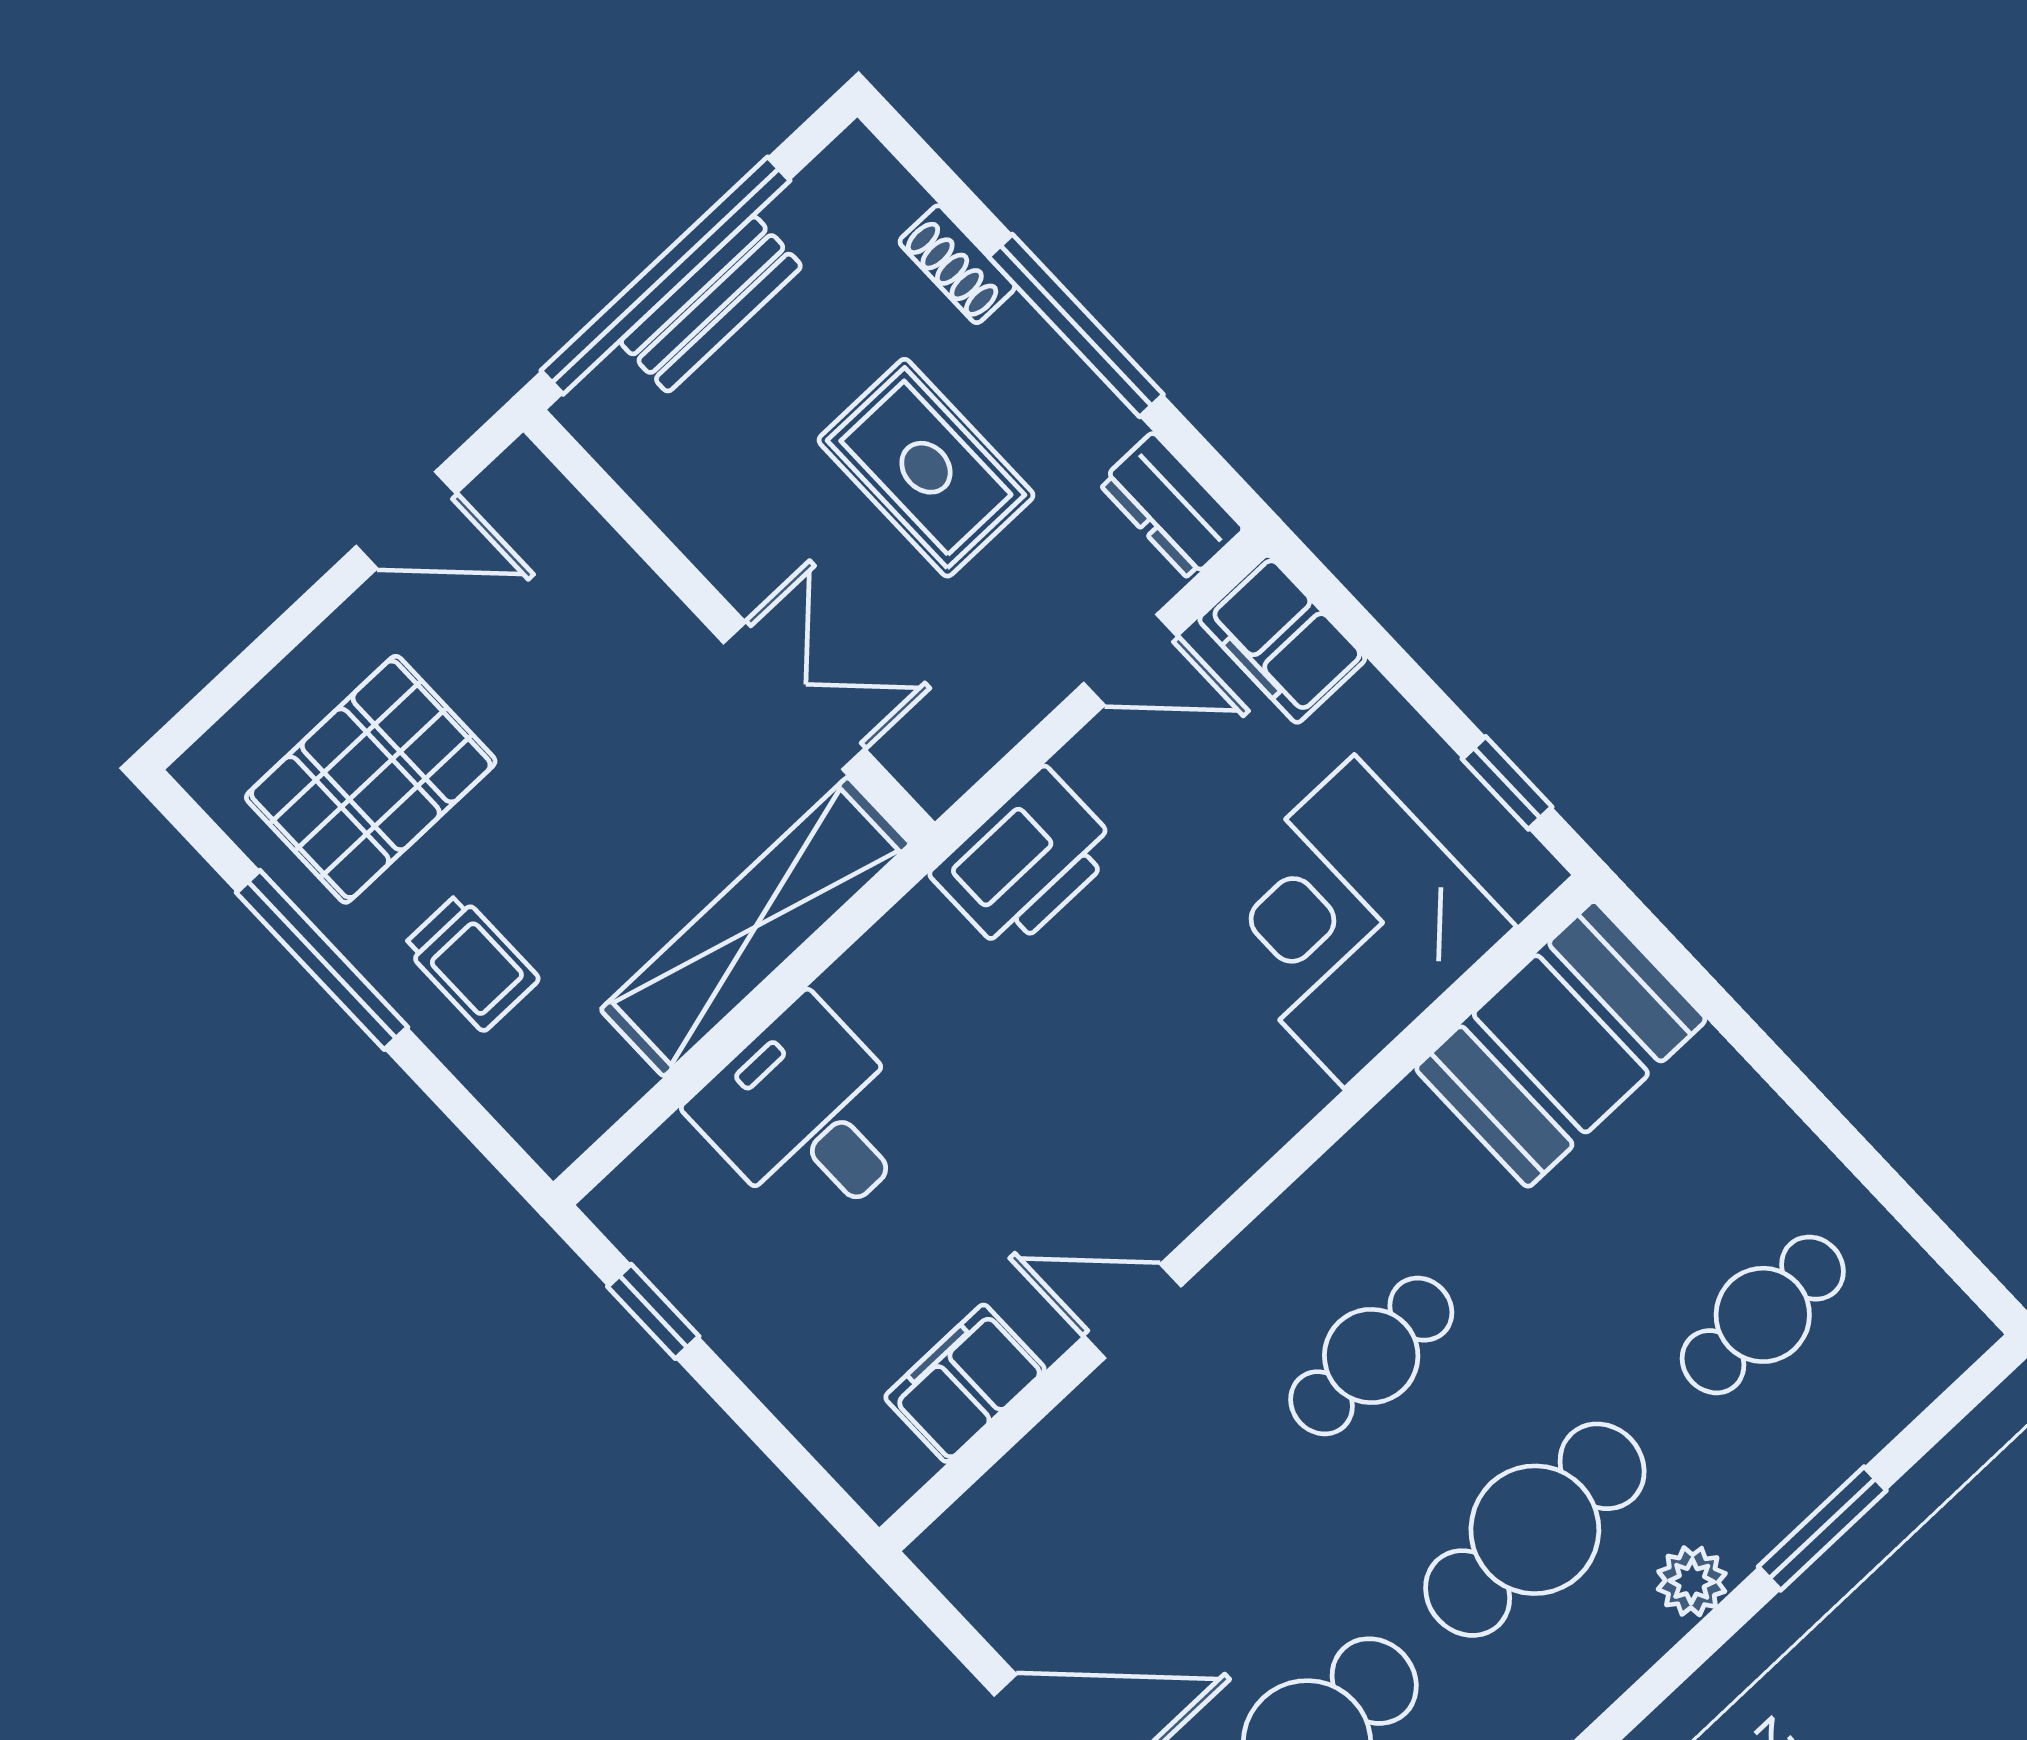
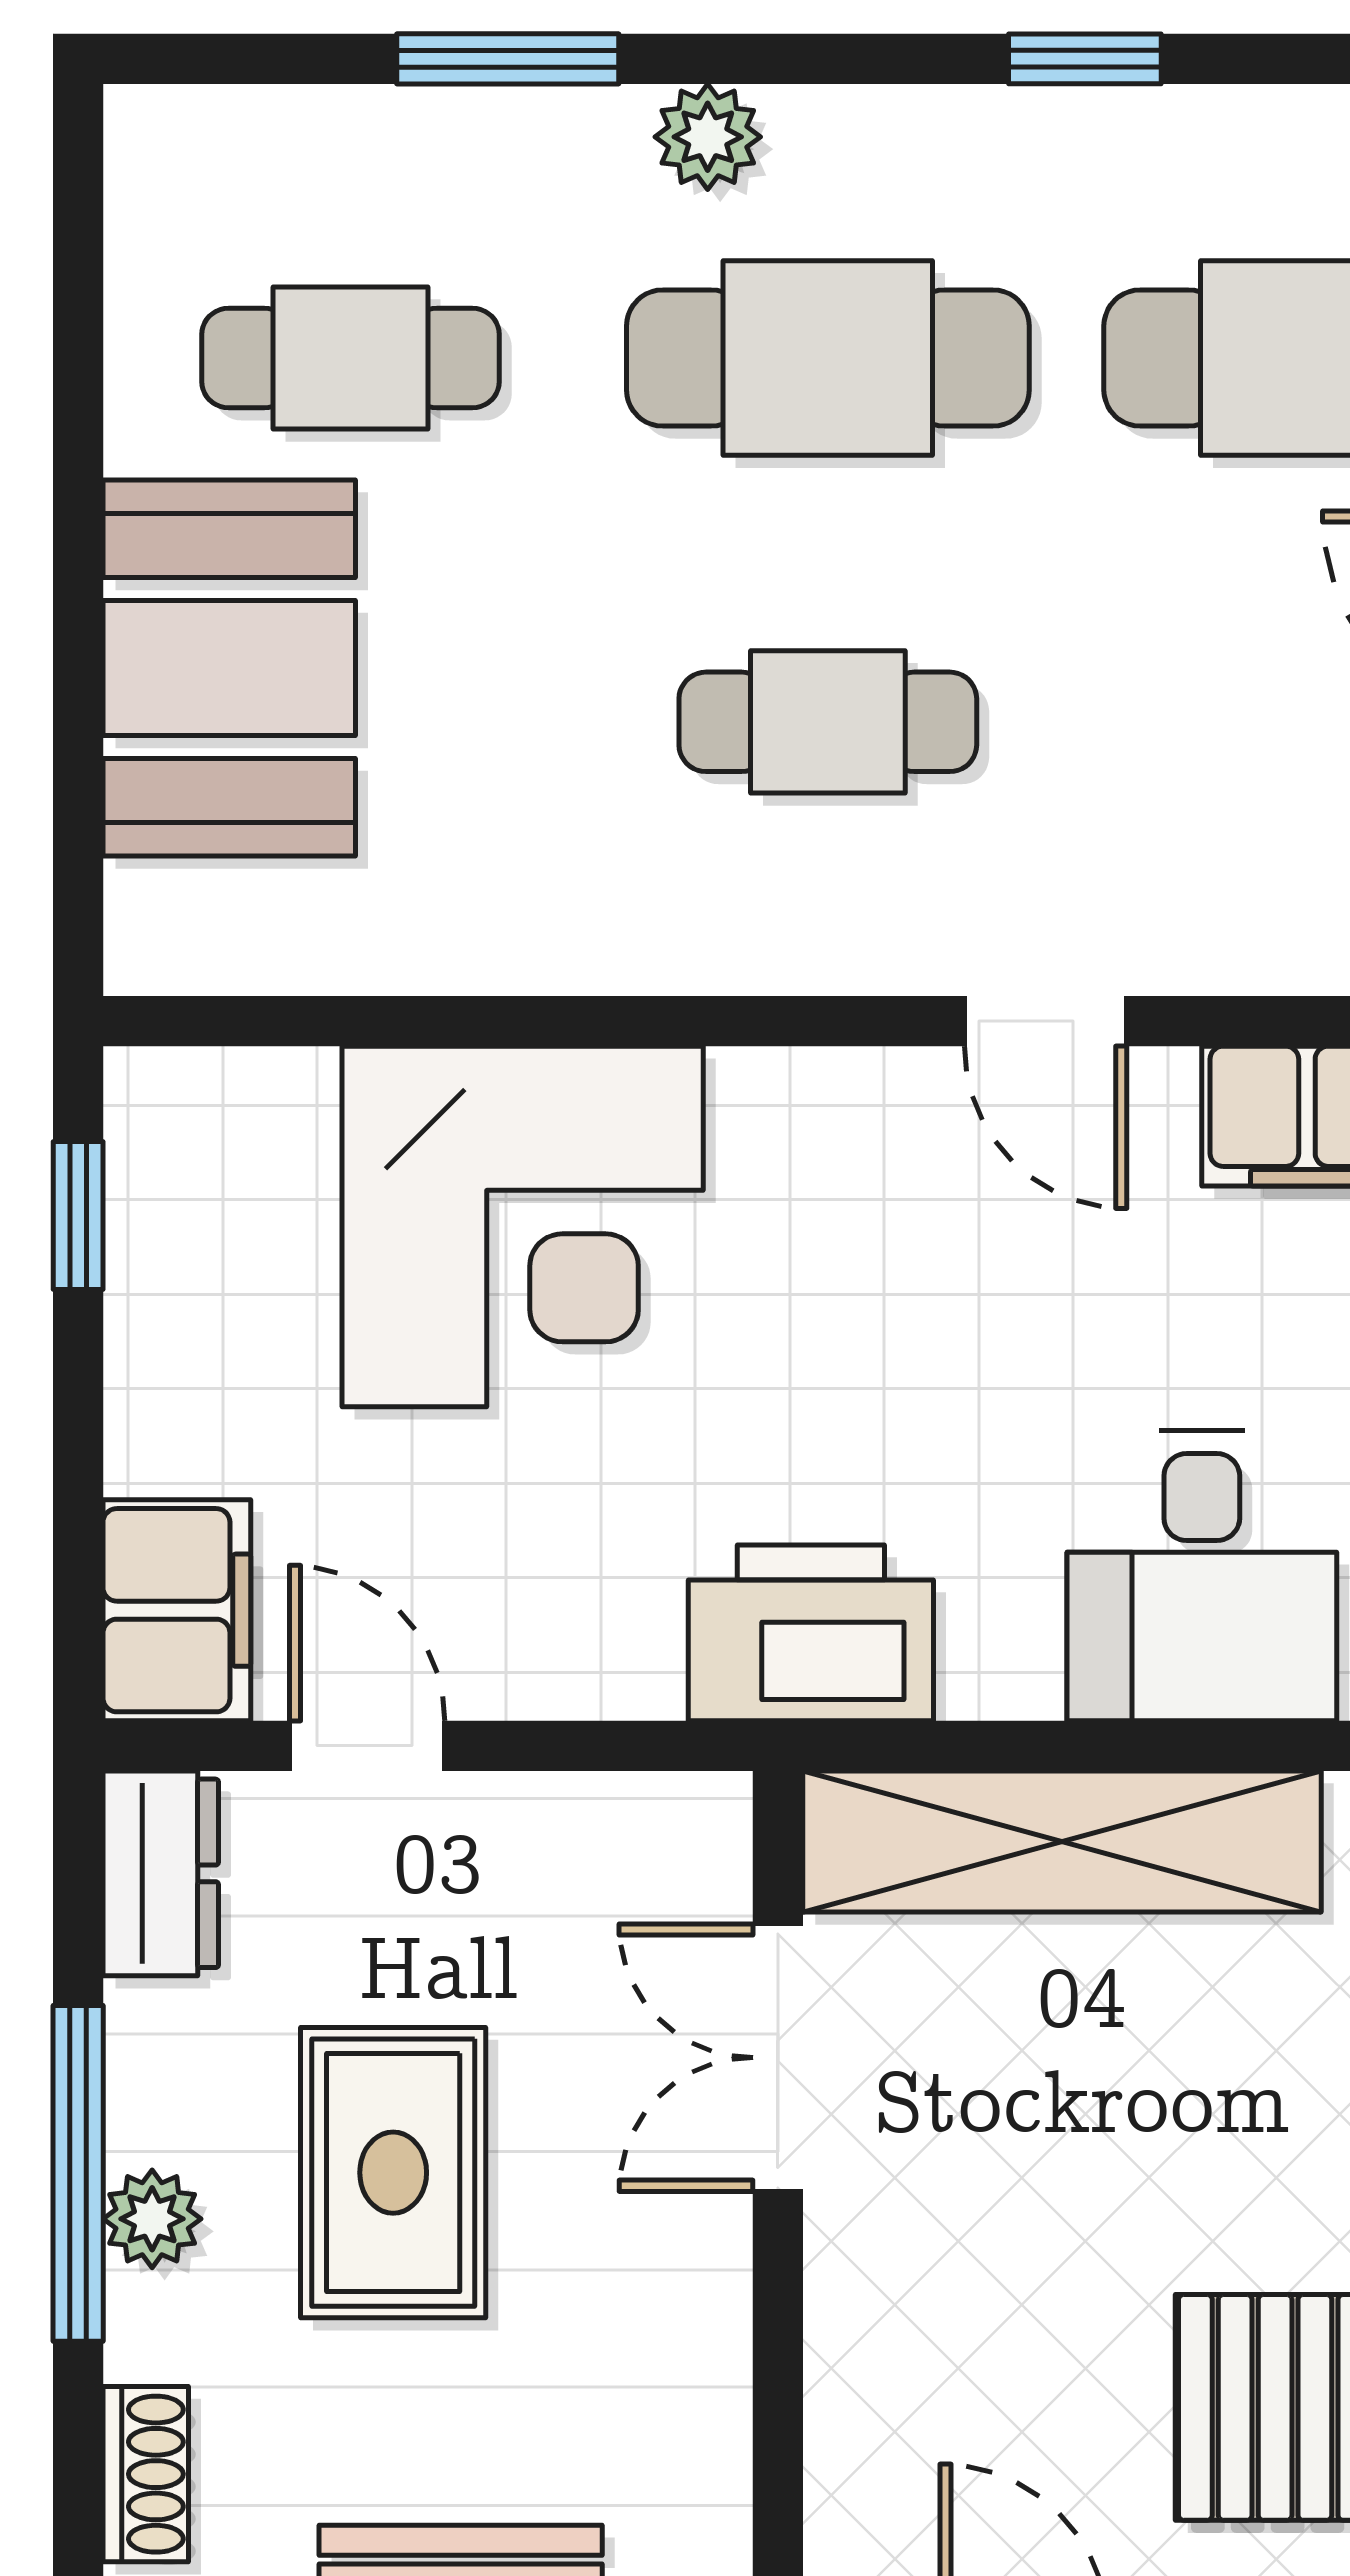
shoe rack: (957, 264) -> (146, 2474), moved
plant: (1020, 337) -> (152, 2219), added
printer: (1025, 861) -> (811, 1633), moved
corner desk: (1349, 922) -> (523, 1226), moved
booth: (1561, 1044) -> (229, 668), moved, turned 90

